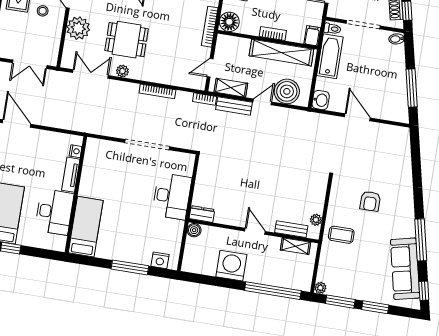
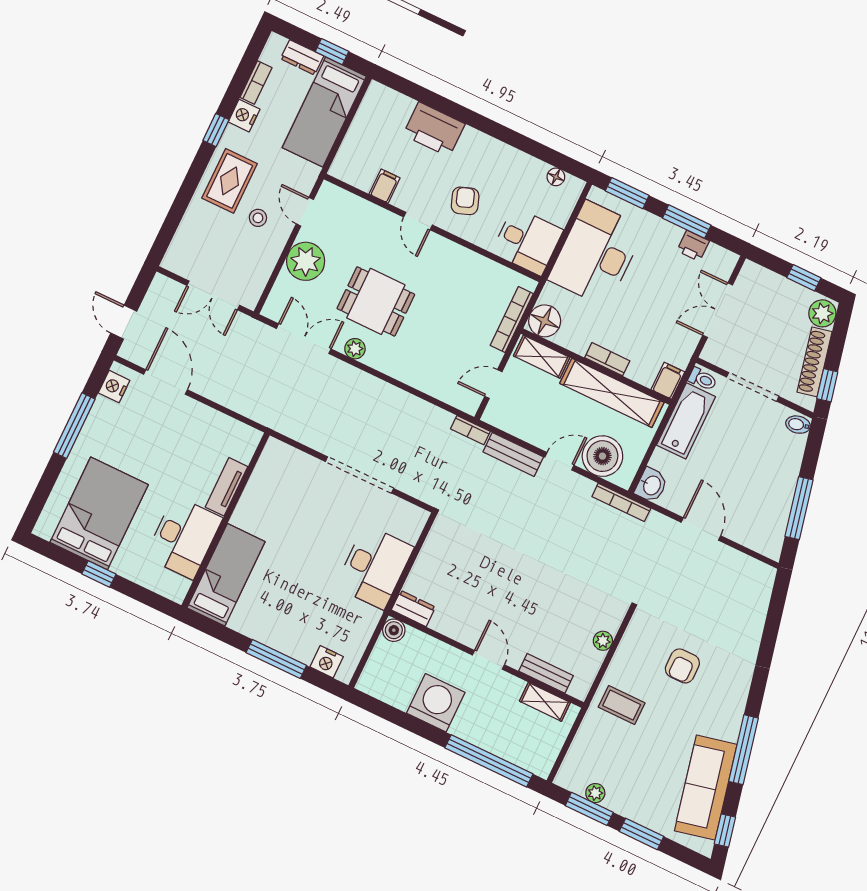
shelving: (231, 88) -> (542, 357), moved
bookcase: (157, 91) -> (621, 502), moved
nightstand: (76, 151) -> (245, 452), removed
plant: (316, 220) -> (603, 641), moved
plant: (320, 288) -> (595, 793), moved

